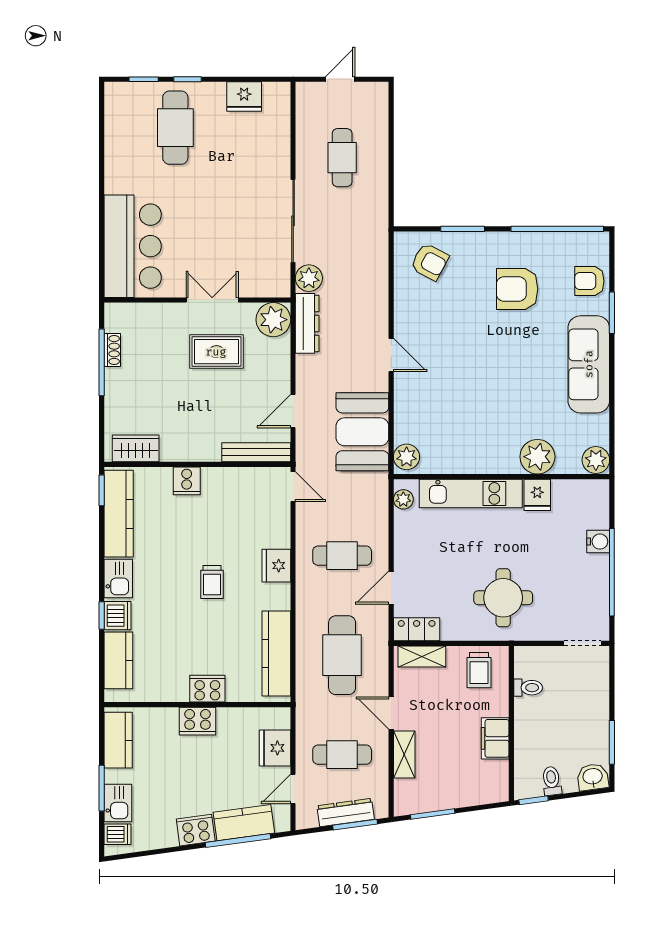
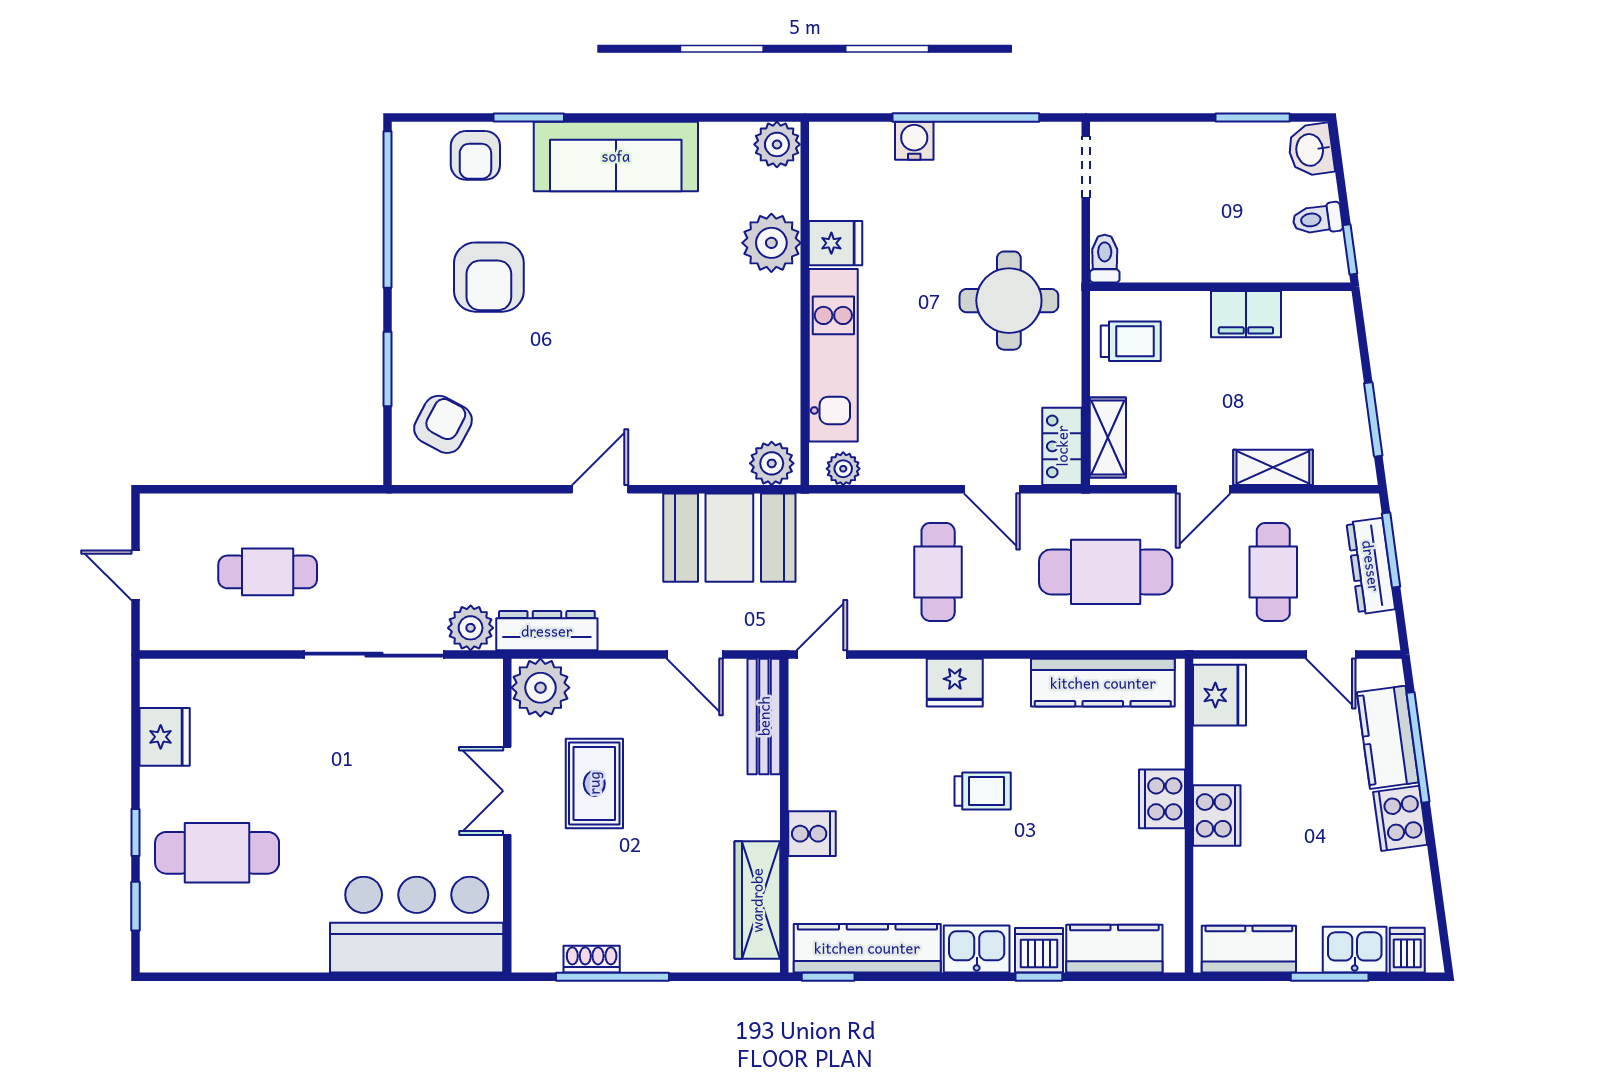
wardrobe: (136, 448) -> (757, 900), width x1.50
toilet: (528, 688) -> (1105, 259), moved
fridge: (275, 748) -> (1219, 695), moved, turned -90

